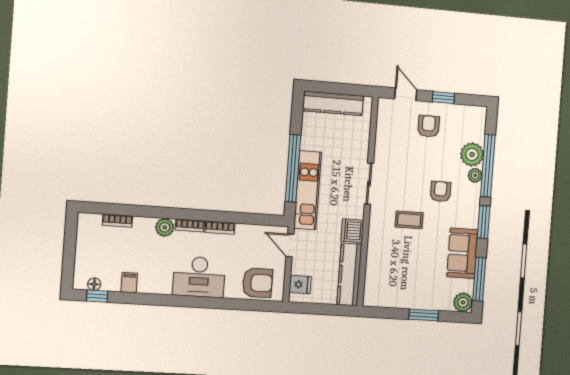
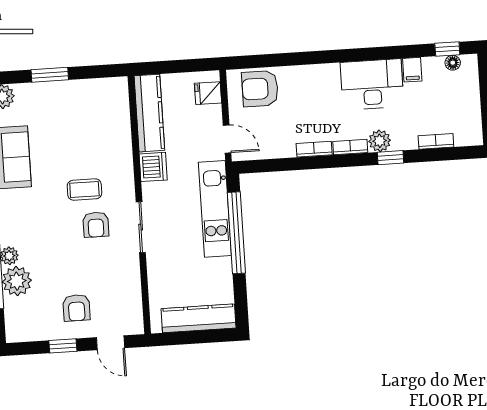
armchair: (441, 192) -> (96, 225), moved
window: (158, 212) -> (390, 158), added
desk: (199, 277) -> (372, 84), moved

